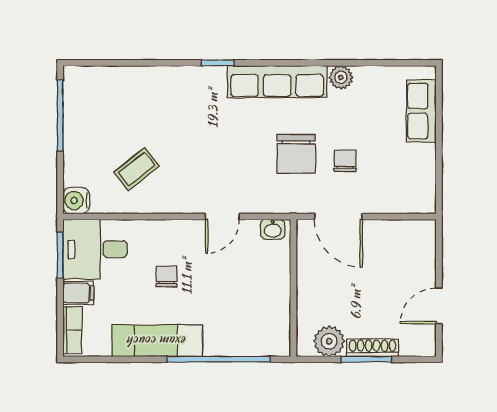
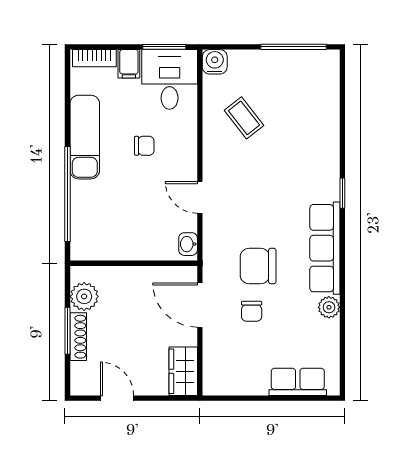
chair: (345, 161) -> (252, 311), turned 90
door: (338, 217) -> (200, 305), hinge flipped
wardrobe: (410, 235) -> (183, 371), added

